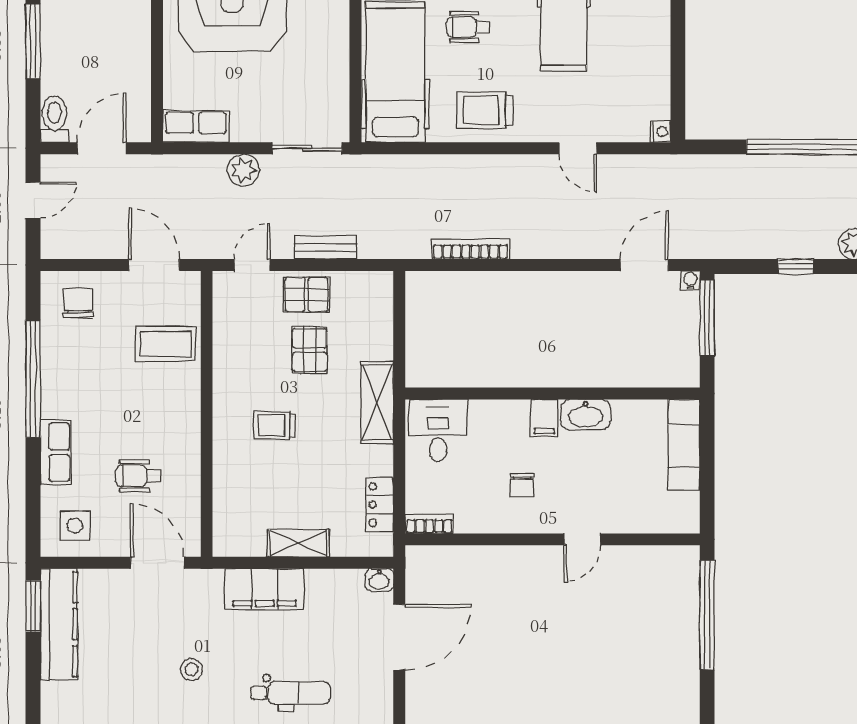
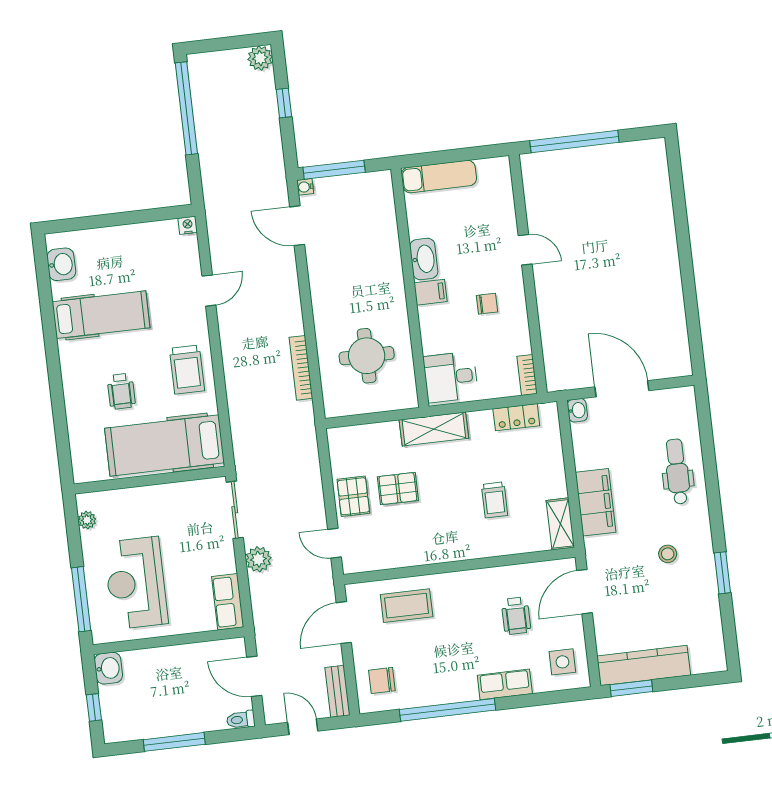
toilet: (54, 119) -> (241, 720), width x0.73, depth x0.72
bench: (326, 247) -> (337, 691), moved
round table: (476, 331) -> (367, 356), added
coffee table: (166, 344) -> (407, 606), turned 90
trolley: (274, 425) -> (495, 500), moved
shelving: (298, 543) -> (560, 524), moved

